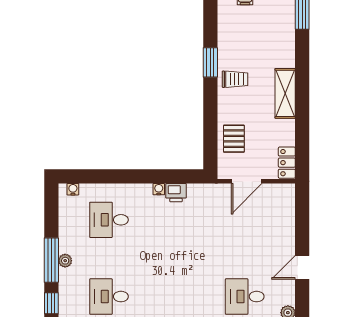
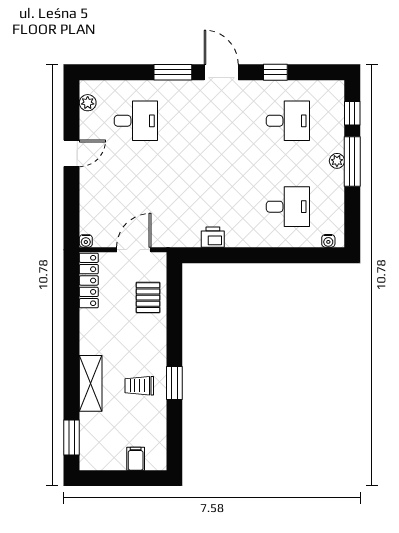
trolley: (235, 79) -> (139, 386), moved
shelving: (285, 93) -> (91, 383), moved
locker: (287, 163) -> (89, 280), width x1.53
water cooler: (159, 189) -> (86, 241), moved

